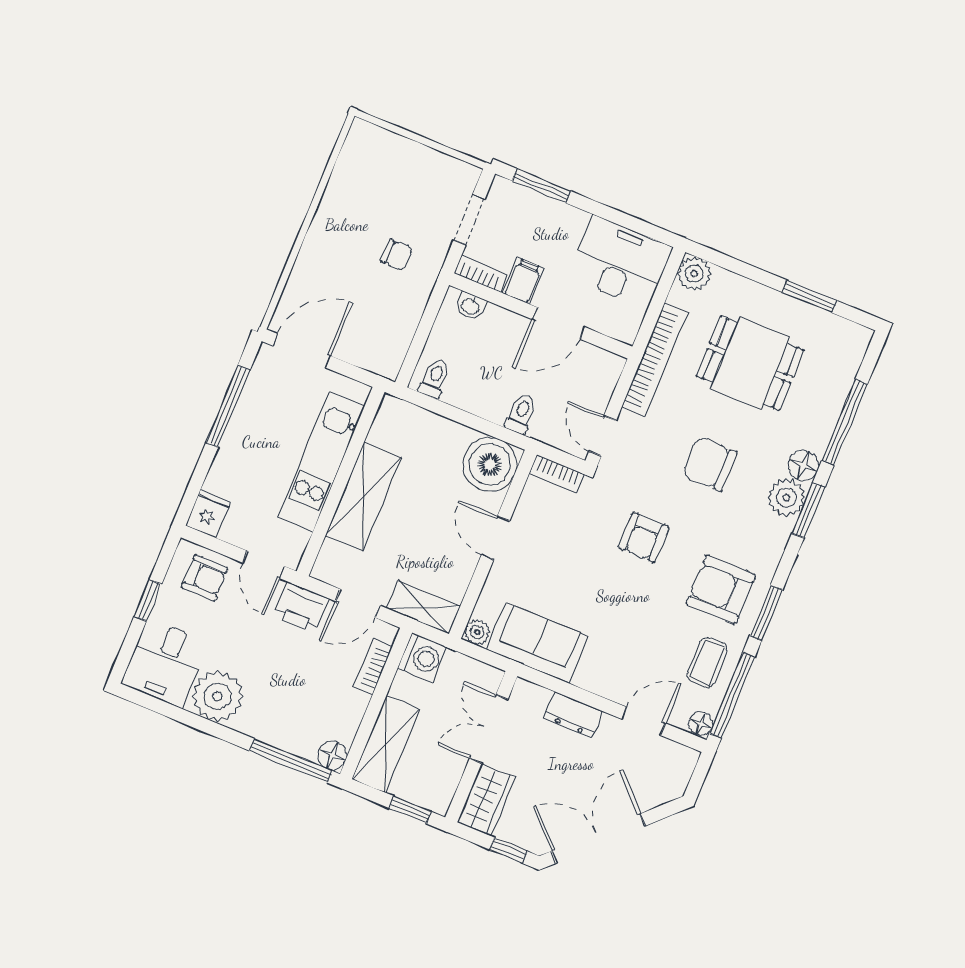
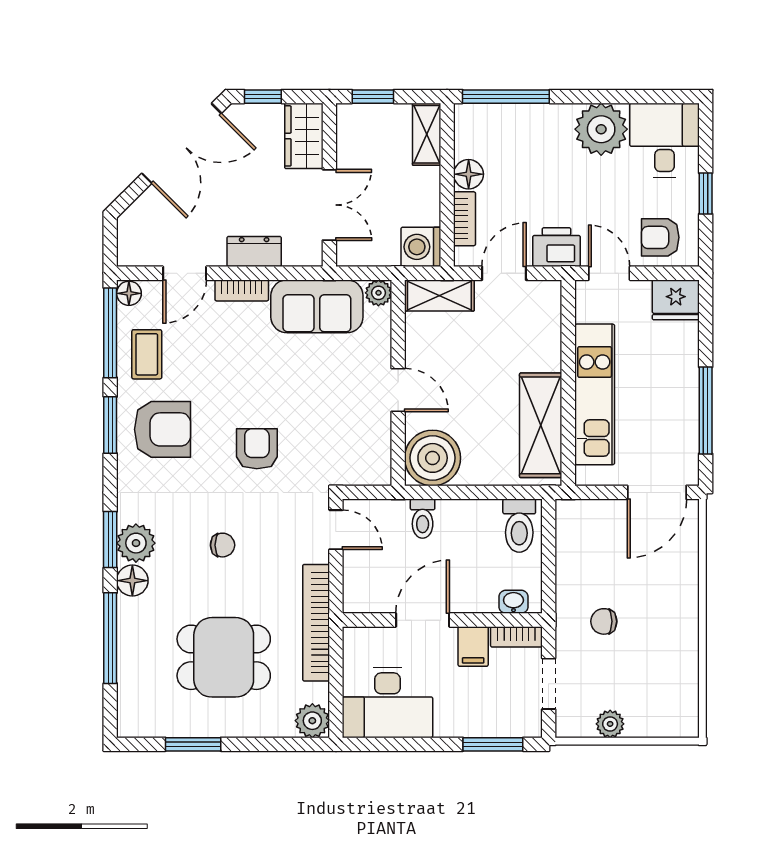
plant: (429, 161) -> (610, 724), added
toilet: (434, 378) -> (519, 526), width x1.37, depth x1.39
chair: (710, 464) -> (223, 545), width x0.54, depth x0.54
bookcase: (557, 474) -> (242, 290), moved, turned 180
shelving: (363, 496) -> (541, 425), moved
fridge: (208, 514) -> (676, 300), width x1.38
shelving: (386, 744) -> (427, 134), width x0.67, depth x0.75
floor lamp: (332, 755) -> (469, 174), moved

